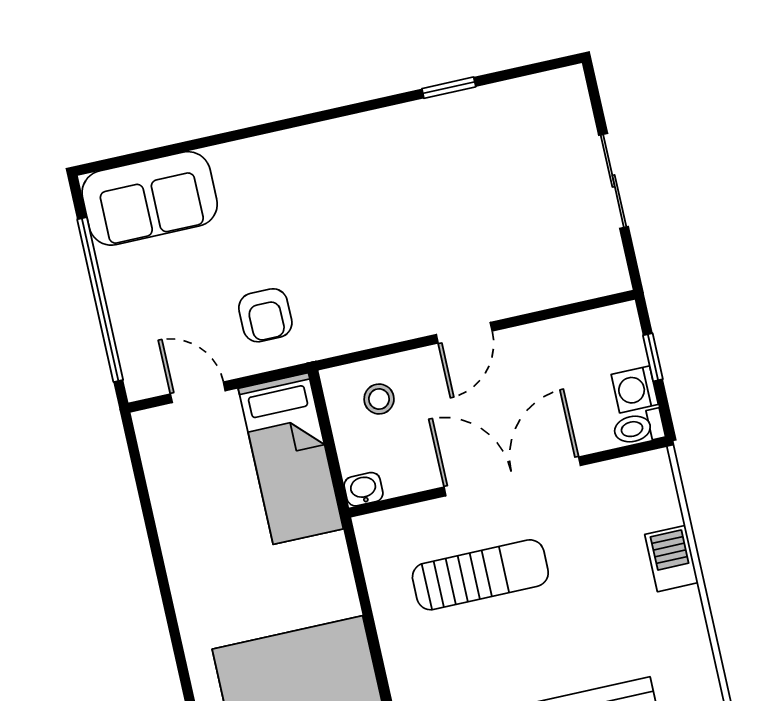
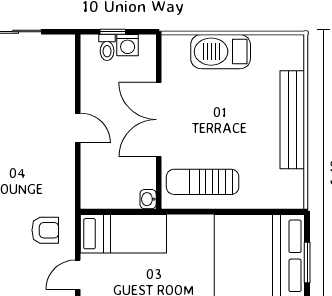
stool: (379, 399) -> (103, 180), removed
toilet: (639, 428) -> (107, 48), moved
barbecue: (671, 559) -> (221, 52), width x1.88, depth x1.53
sun lounger: (480, 575) -> (203, 182), moved, turned -90

